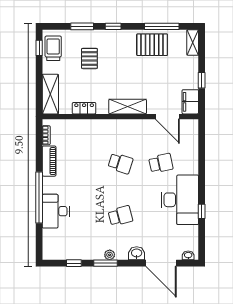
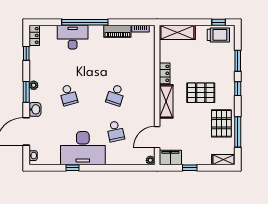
pallet: (89, 58) -> (201, 93), moved, width x1.50, depth x1.42
locker: (84, 108) -> (165, 73), moved
plant: (193, 124) -> (150, 160), added
locker: (54, 254) -> (34, 35), added
window: (105, 263) -> (26, 92), moved

